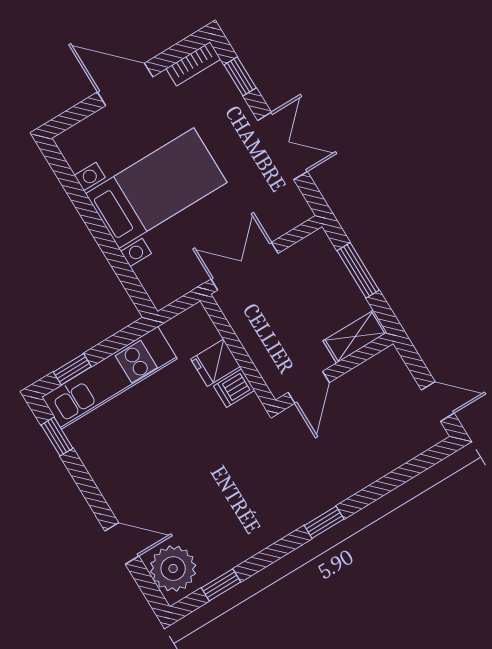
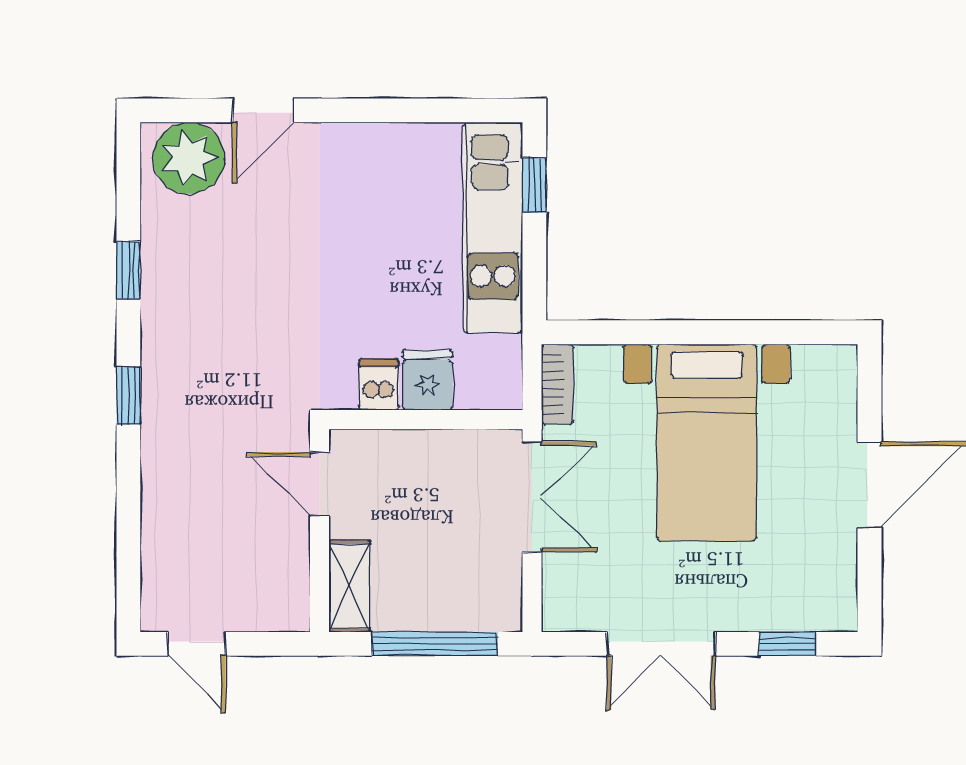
bookcase: (193, 64) -> (557, 384), moved, turned 180
window: (358, 270) -> (435, 644), width x1.44
door: (438, 402) -> (197, 644), hinge flipped
window: (57, 437) -> (457, 110), removed
window: (221, 585) -> (128, 270), moved

